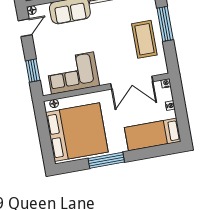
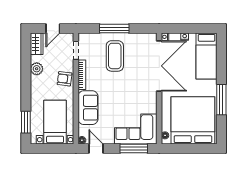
coffee table: (144, 39) -> (115, 56), moved, turned 90
window: (33, 71) -> (134, 149), width x1.44
corner sofa: (73, 73) -> (136, 129), moved, turned 90
double door: (132, 83) -> (159, 66), width x1.36

